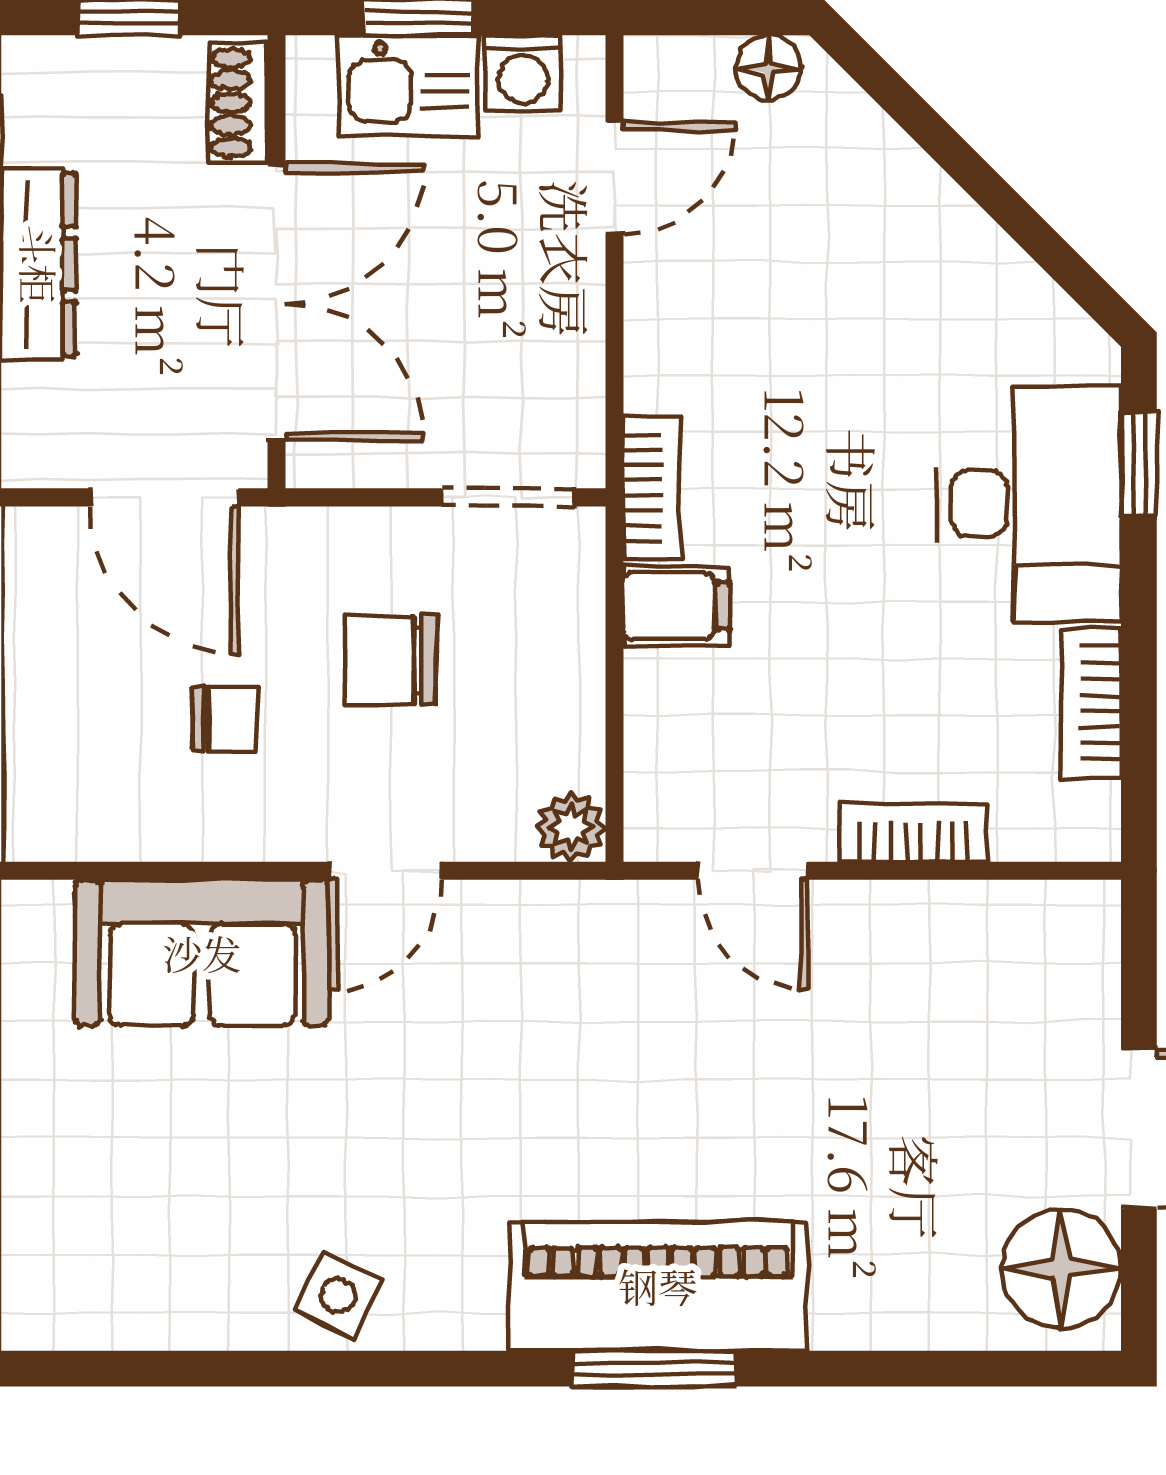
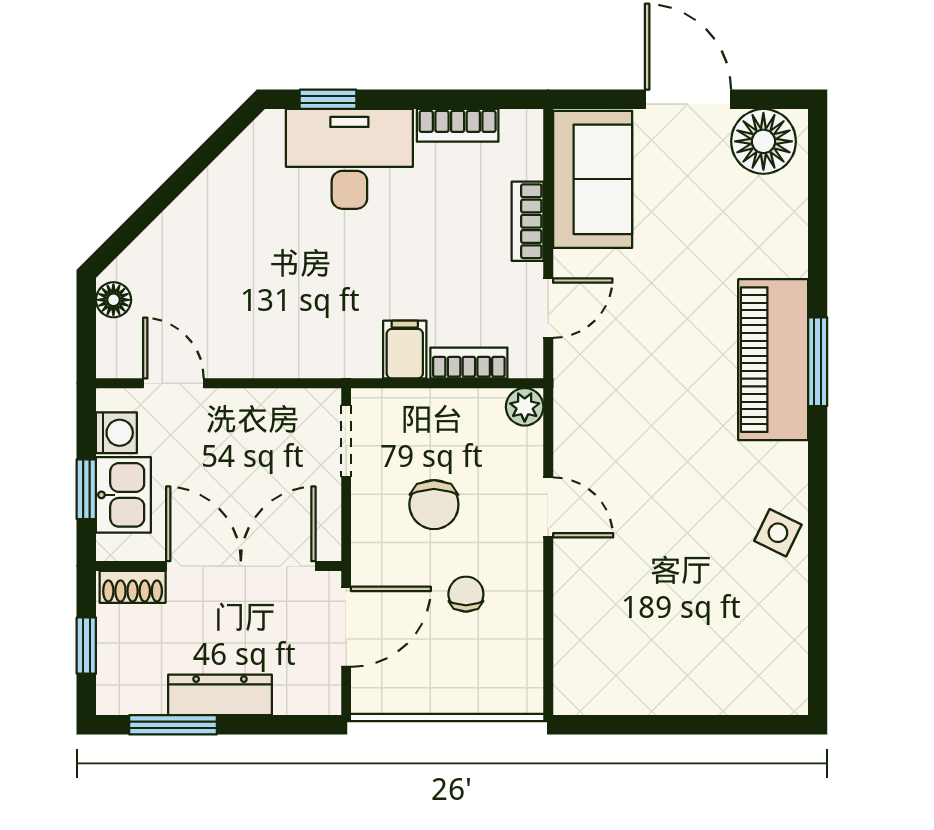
bookcase: (652, 488) -> (469, 363), moved
sofa: (202, 953) -> (593, 179), moved

